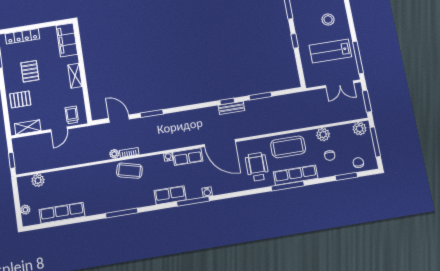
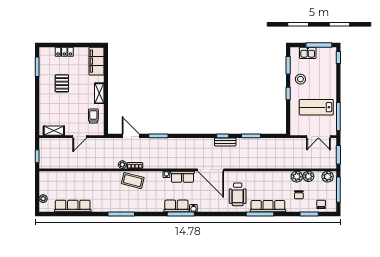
stool: (328, 20) -> (300, 79), moved
locker: (22, 36) -> (64, 52), width x0.66
pallet: (20, 99) -> (51, 106), removed
trolley: (72, 115) -> (93, 116), moved
coffee table: (288, 147) -> (266, 182), removed
wheelchair: (257, 167) -> (238, 194), turned 180
plant: (38, 180) -> (308, 176), moved
row of seats: (170, 195) -> (176, 206), moved

